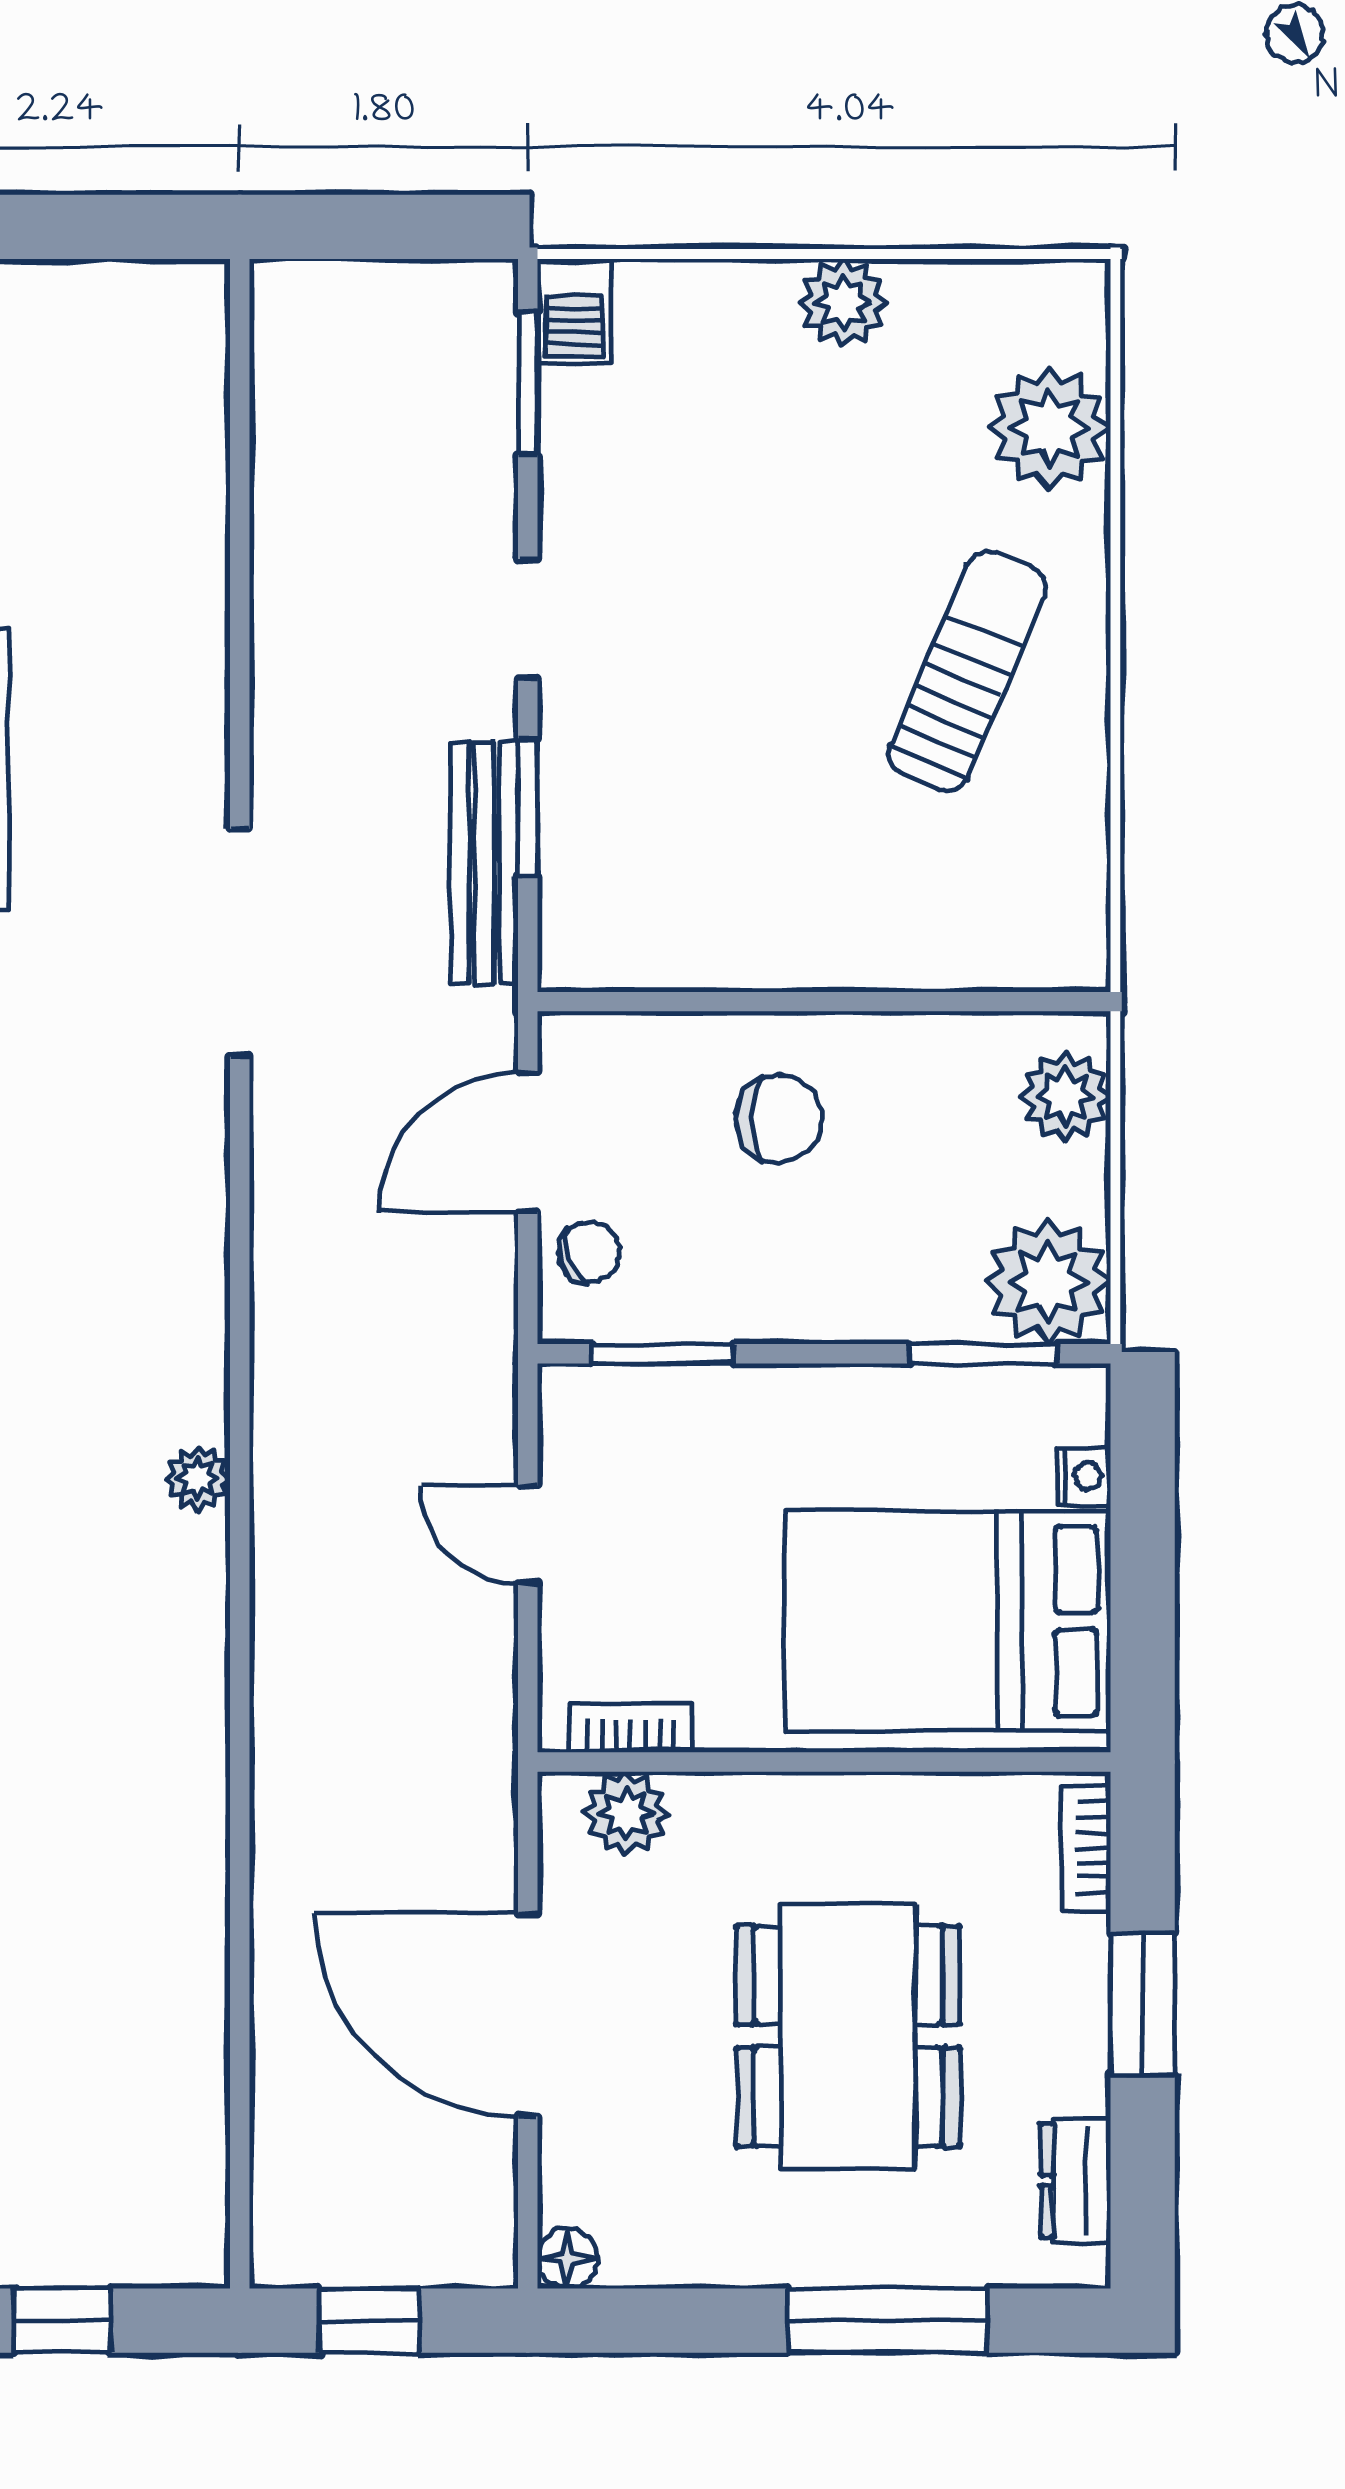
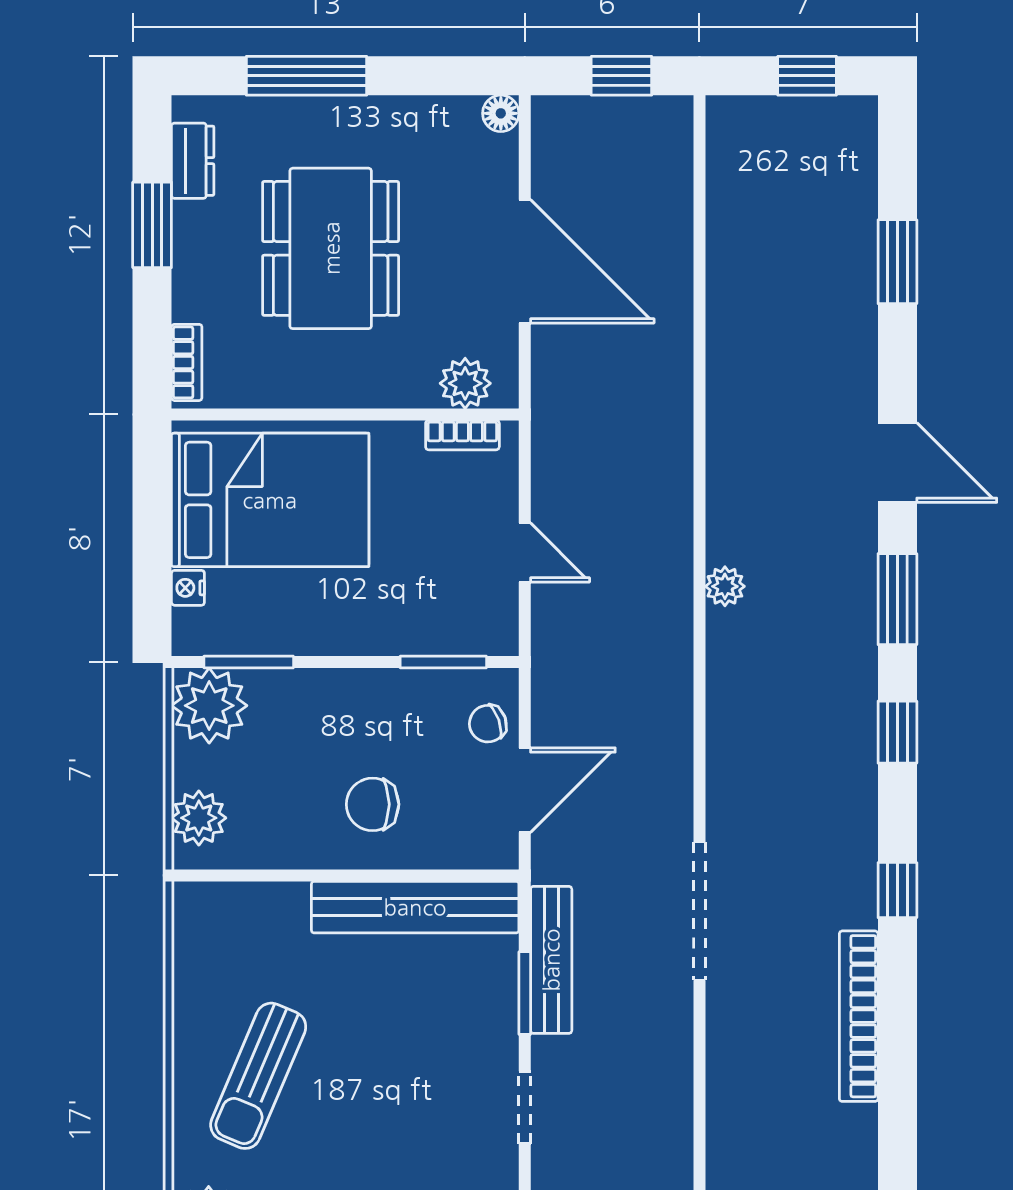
bench: (709, 949) -> (415, 907), added
window: (1143, 2004) -> (152, 225), moved

